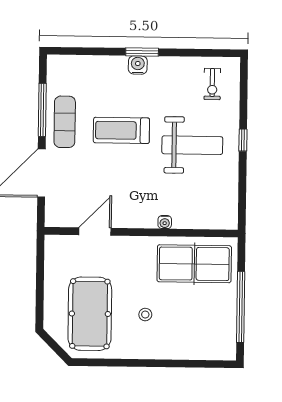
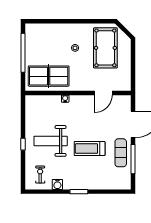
water cooler: (138, 65) -> (57, 184), moved
treadmill: (121, 130) -> (90, 149), turned 180

